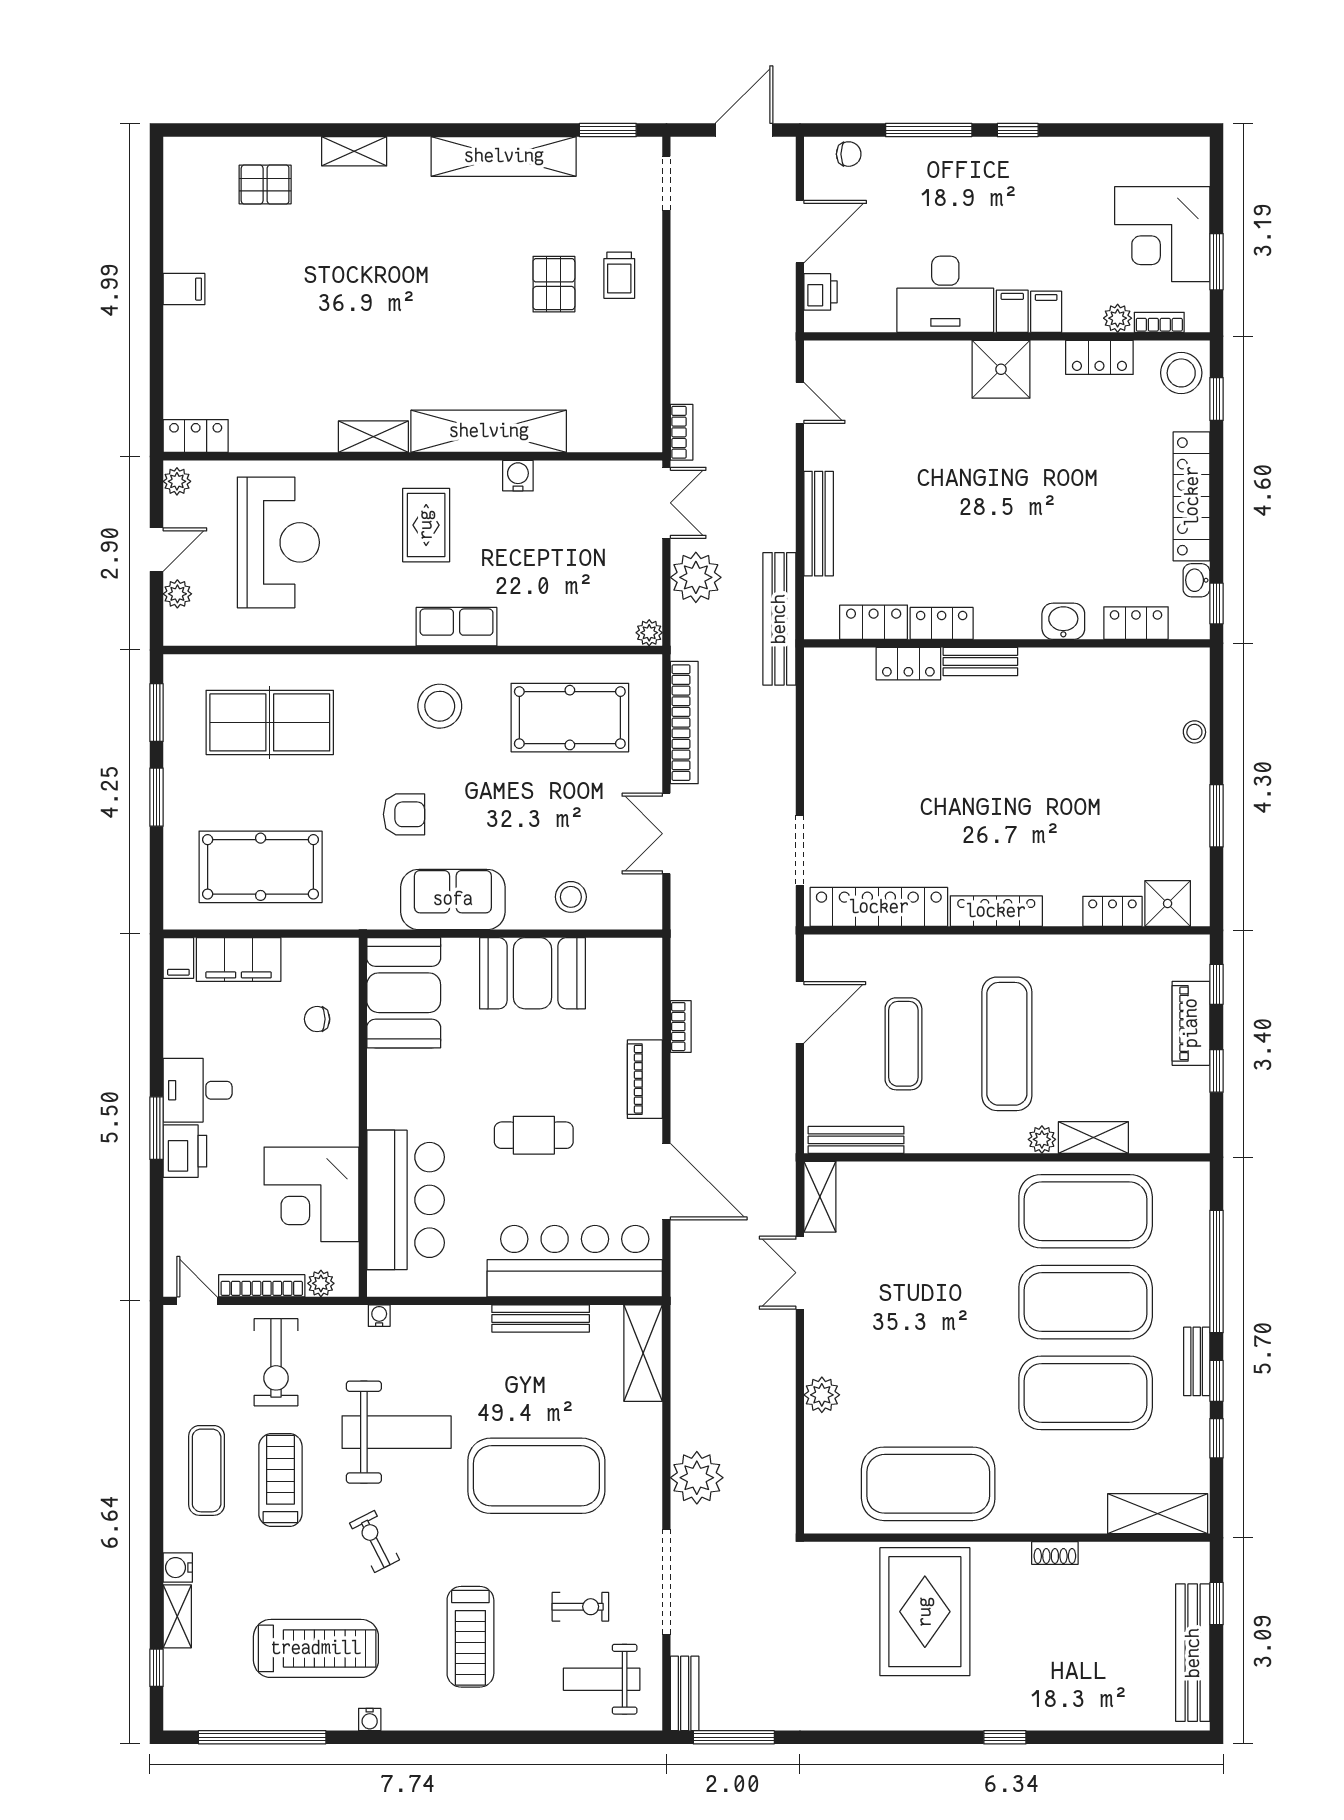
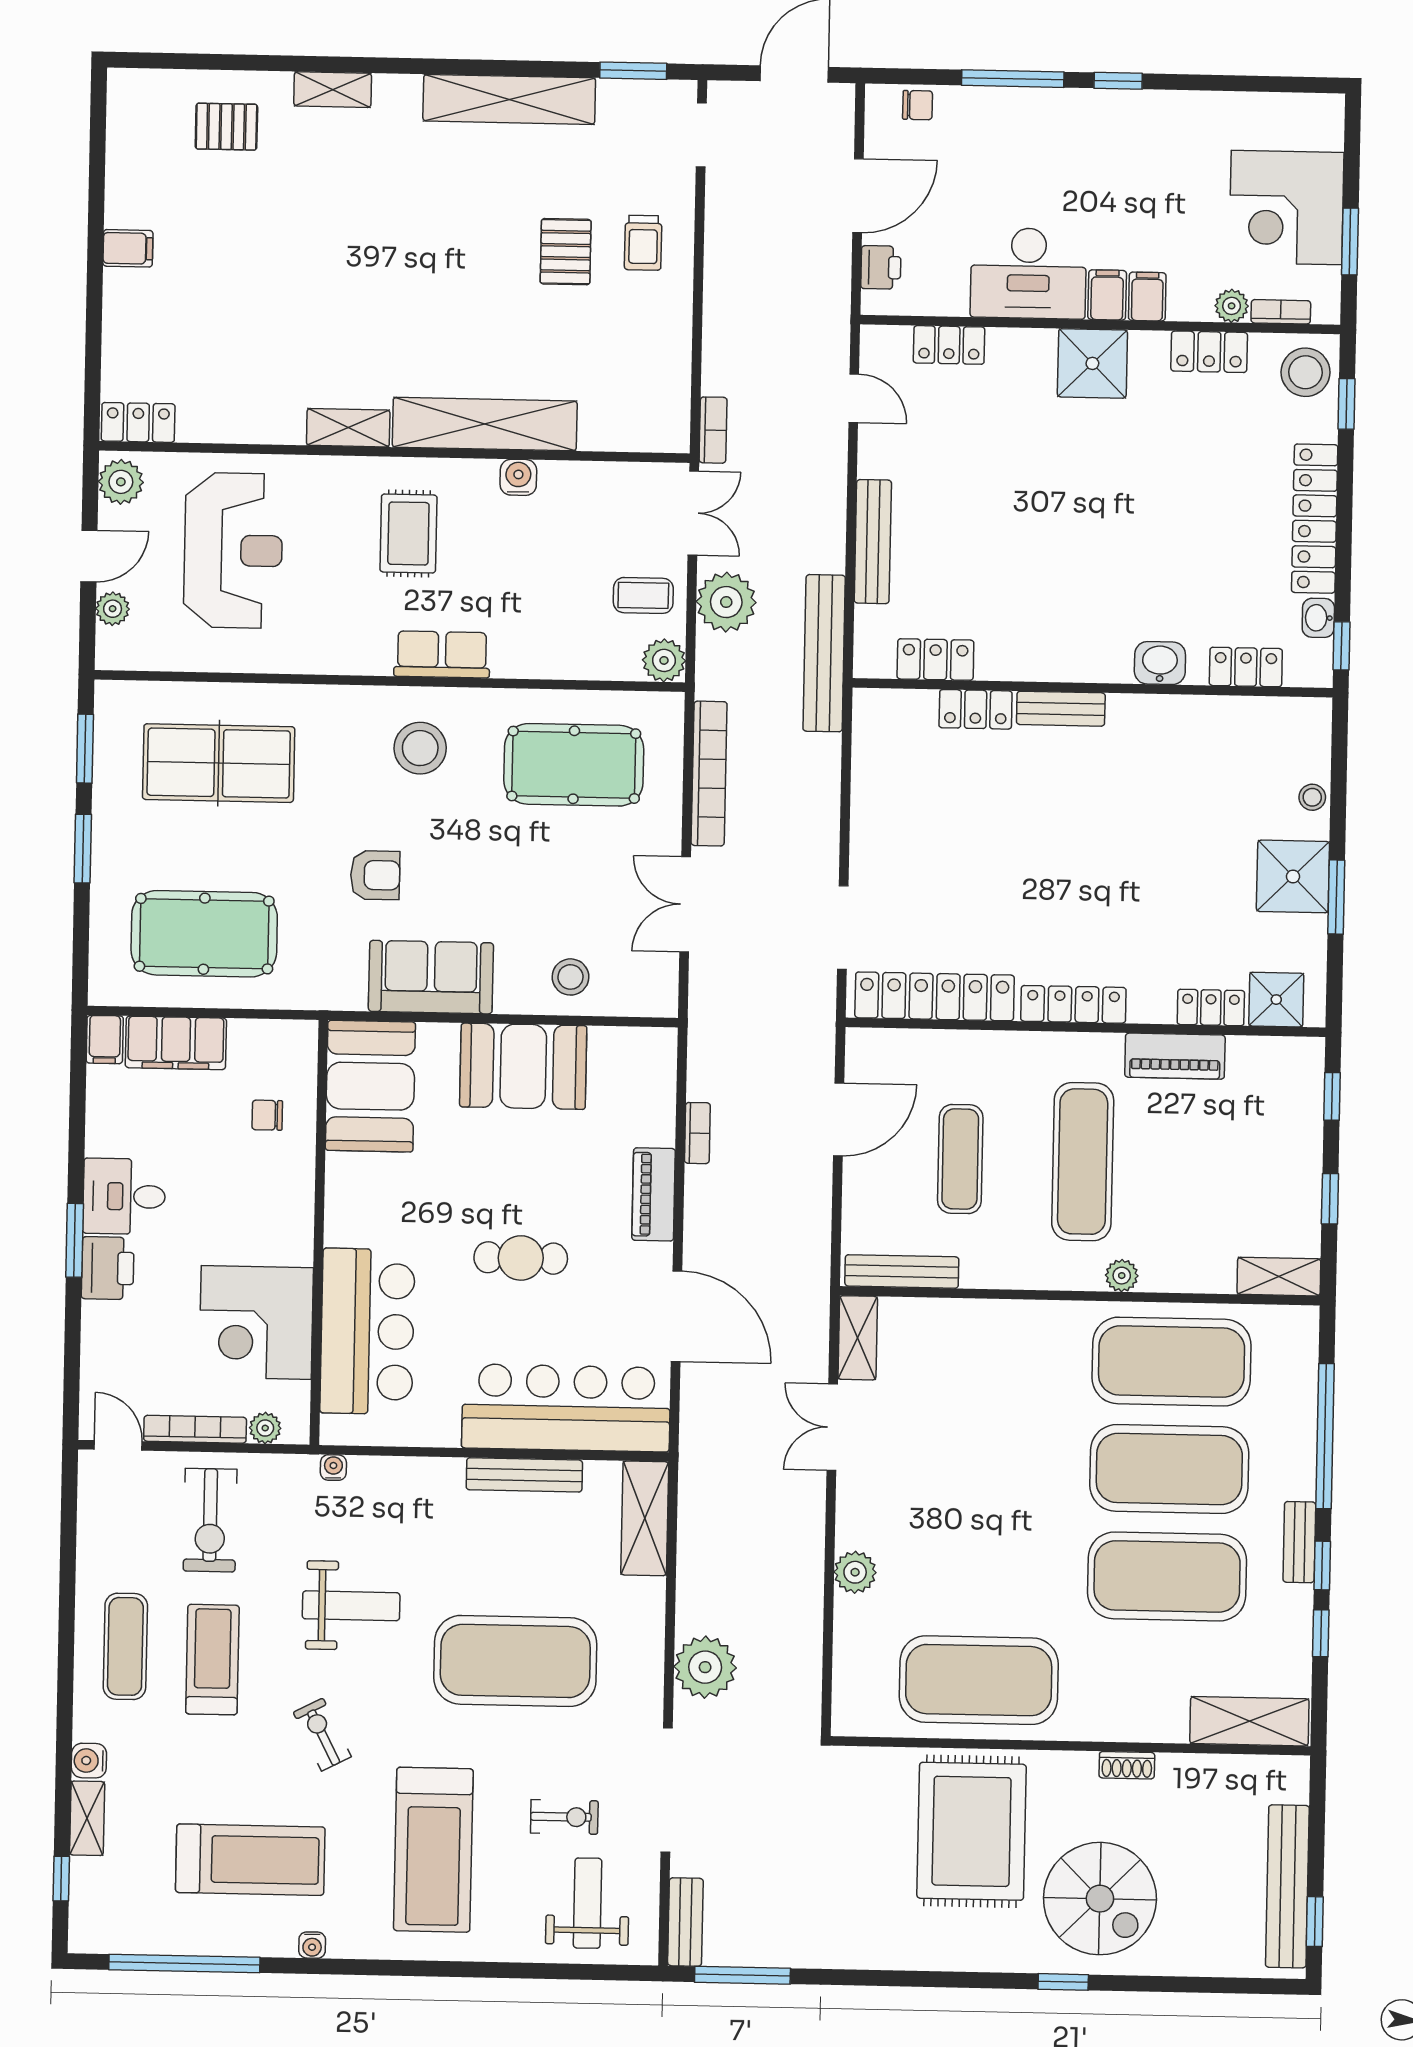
plant: (177, 481) -> (121, 482), width x1.38, depth x1.38
coffee table: (626, 573) -> (643, 595), added
locker: (942, 623) -> (949, 345), moved, turned 180
plant: (649, 633) -> (664, 660), width x1.38, depth x1.38
shower: (1180, 799) -> (1293, 876), added
piano: (1191, 1023) -> (1175, 1056), moved, turned -90
shelving: (1093, 1137) -> (1279, 1277), moved
weight bench: (397, 1432) -> (351, 1606), width x0.73, depth x0.75
window: (1216, 1604) -> (1315, 1922), moved
treadmill: (470, 1637) -> (433, 1850), width x1.37, depth x1.37
spiral stairs: (1035, 1666) -> (1100, 1899), added
weight bench: (602, 1679) -> (588, 1903), turned 90

